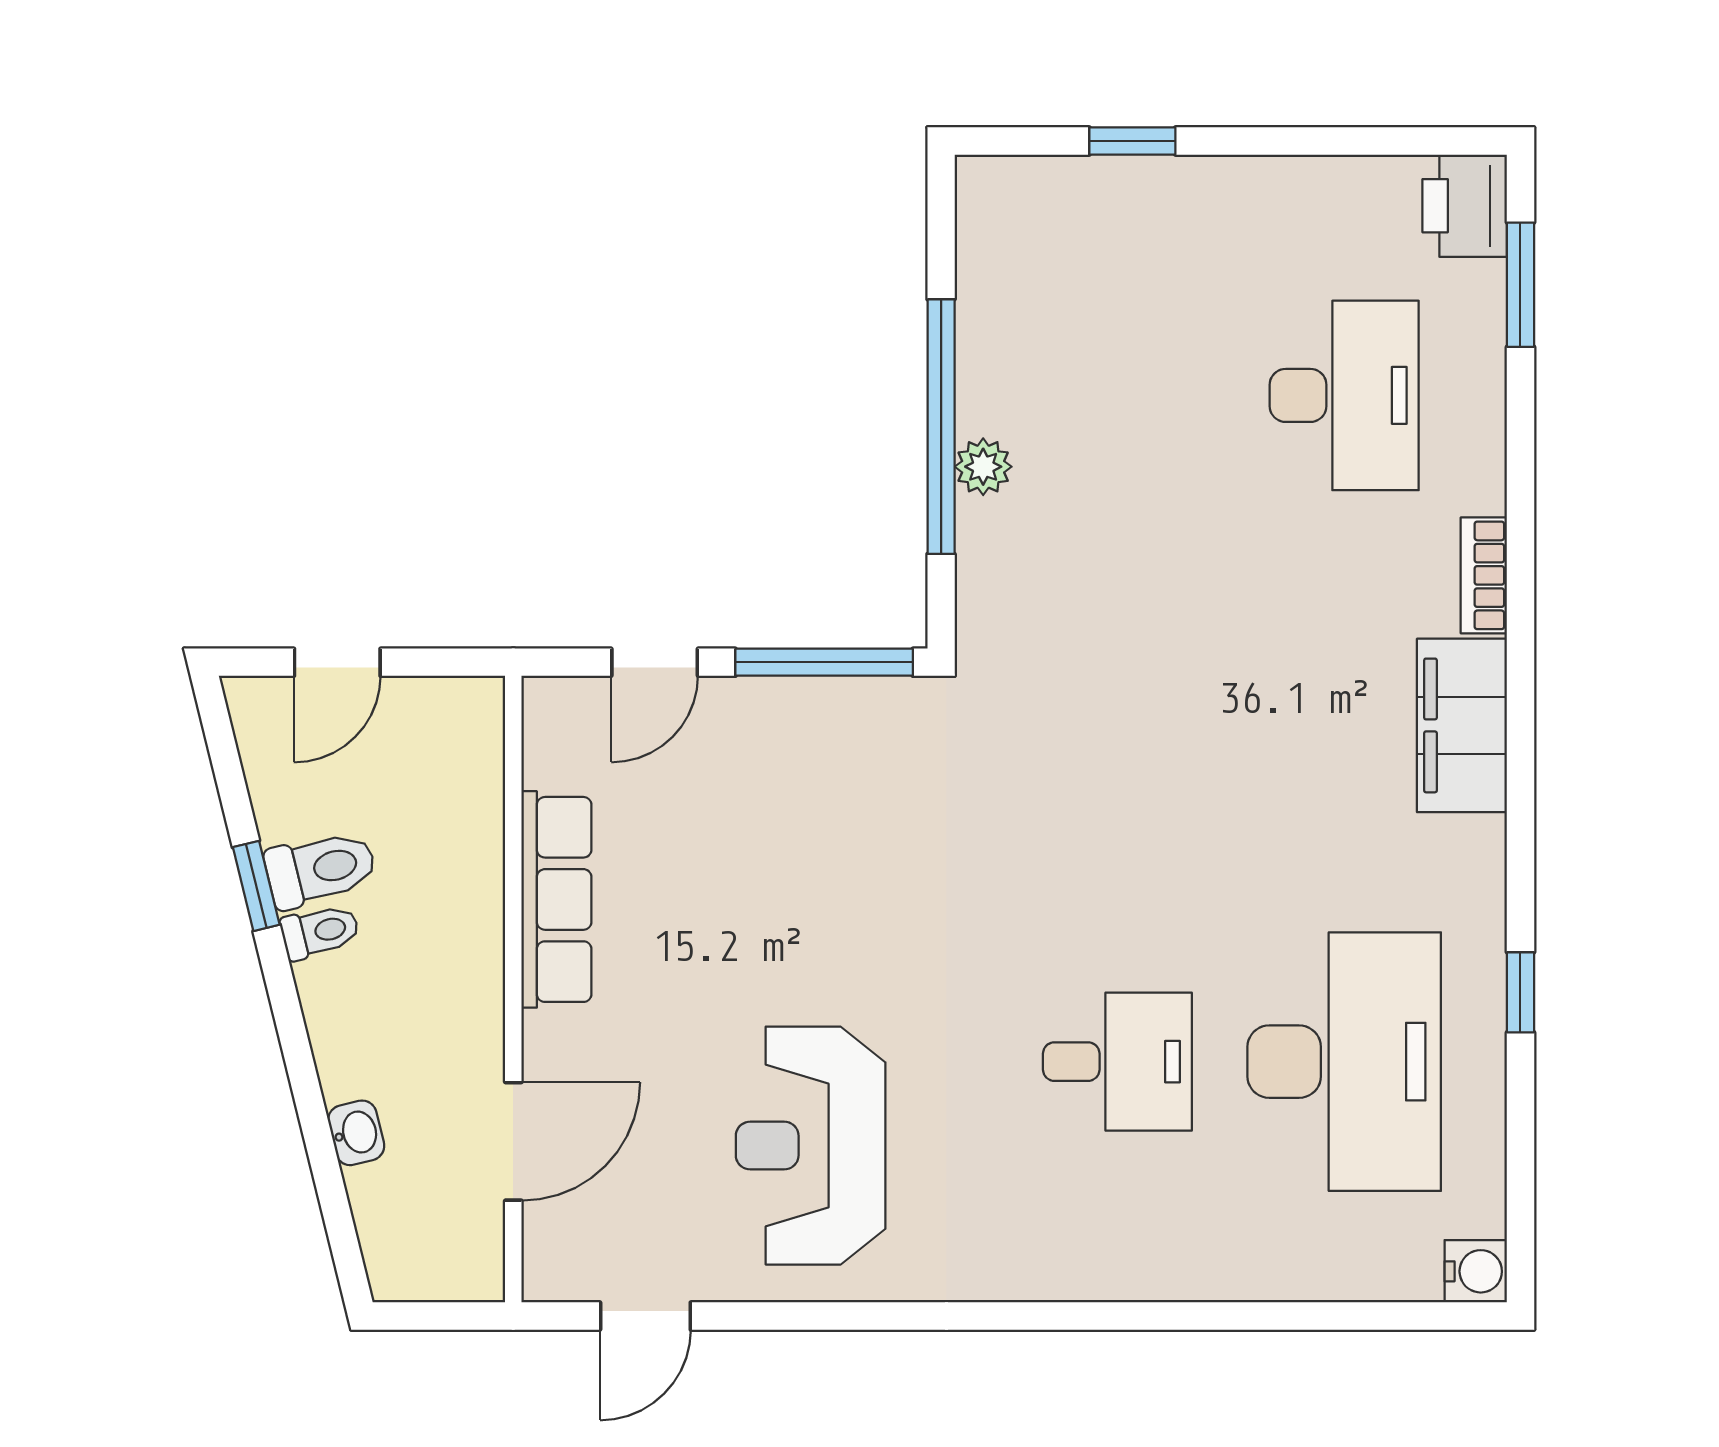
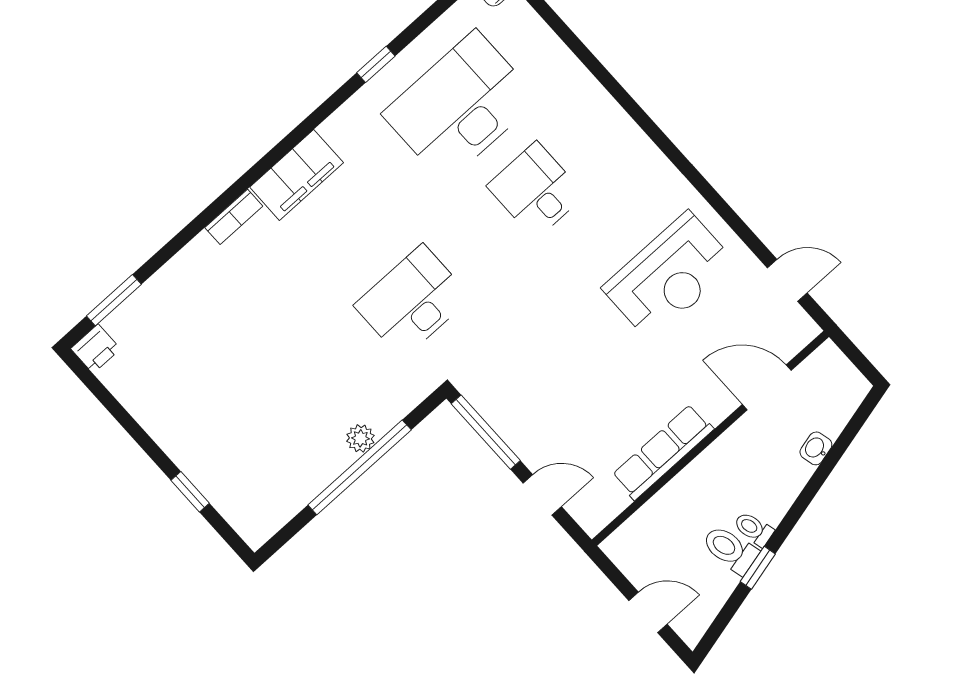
printer: (1465, 206) -> (96, 349), width x0.73, depth x0.81
desk: (1344, 395) -> (413, 301), moved

